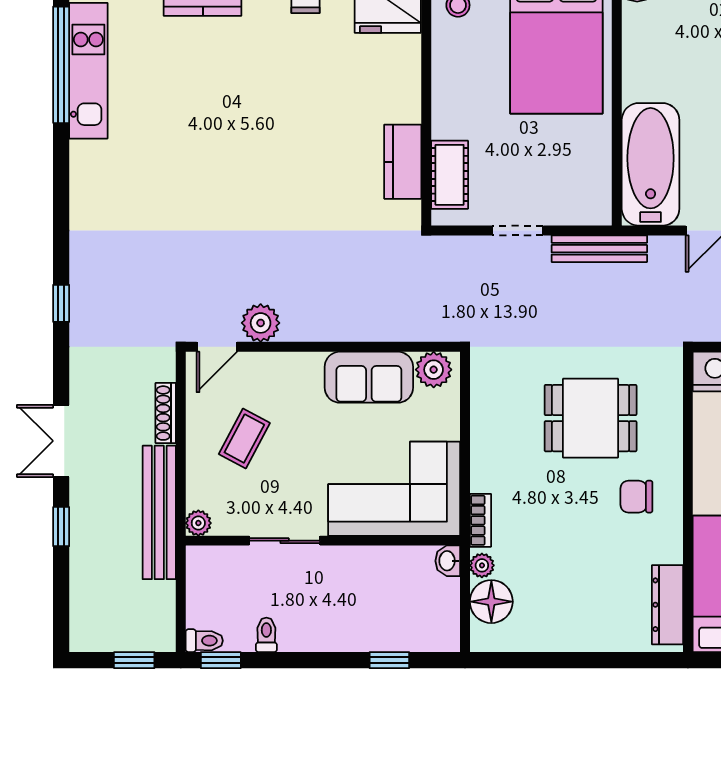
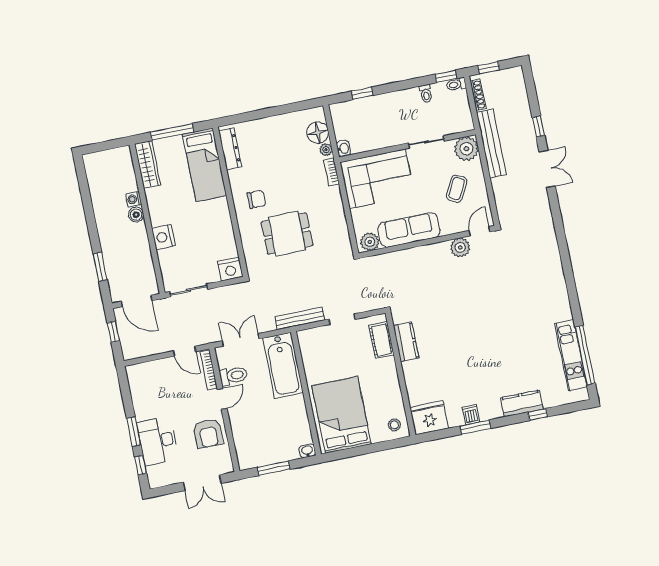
window: (61, 303) -> (561, 237), removed
sofa: (369, 377) -> (409, 230), width x1.36
shoe rack: (166, 413) -> (478, 95), moved
plant: (198, 523) -> (466, 149), width x1.88, depth x1.88

